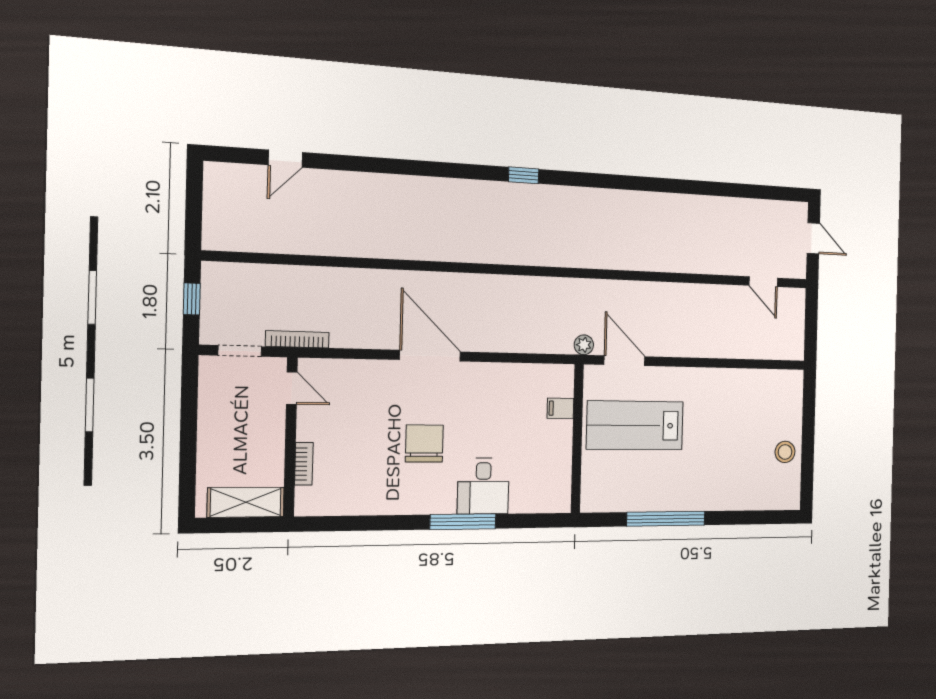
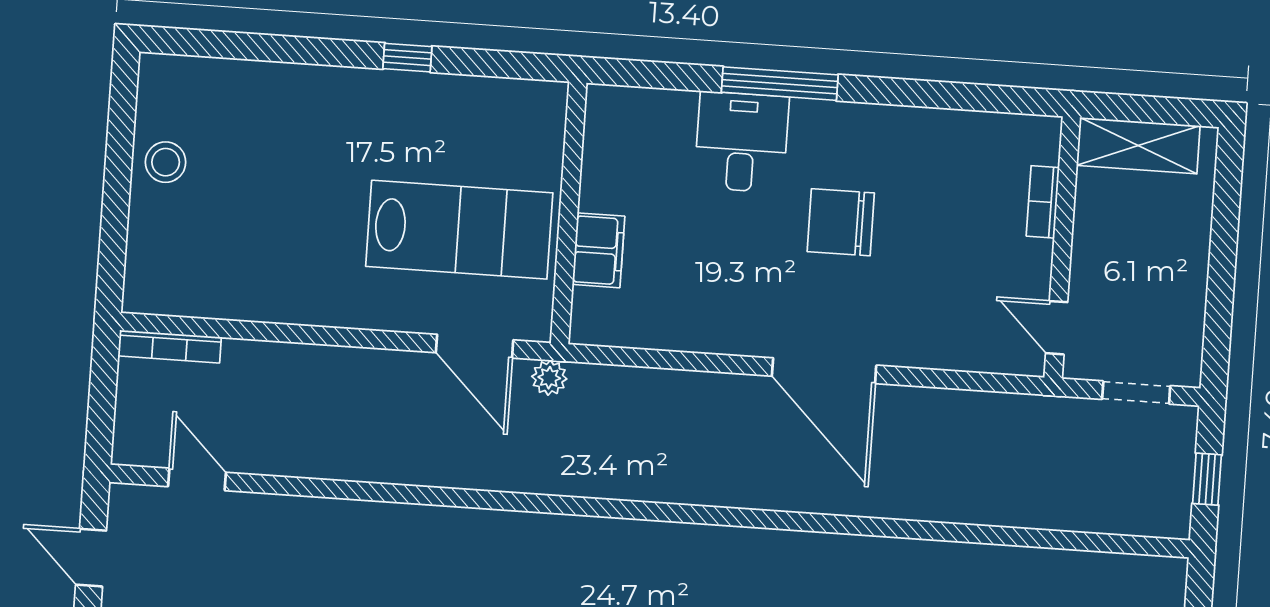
bookcase: (297, 339) -> (170, 346), moved
filing cabinet: (560, 408) -> (598, 250), width x2.00
chair: (424, 443) -> (841, 222), turned 90
window: (666, 519) -> (407, 58), width x0.32

